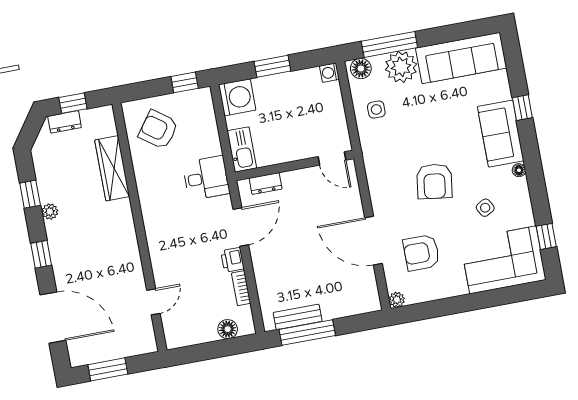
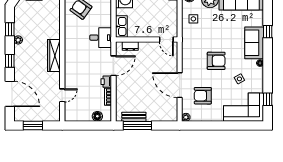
wardrobe: (112, 168) -> (54, 56), moved
armchair: (434, 181) -> (216, 61), turned -98

